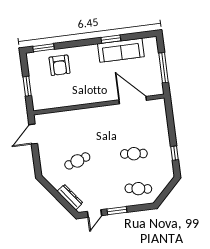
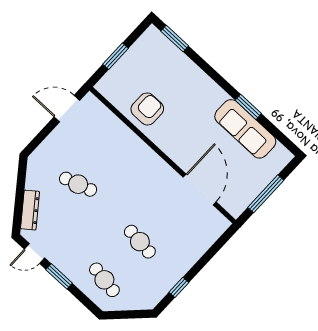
armchair: (60, 65) -> (147, 109), moved, turned 180

